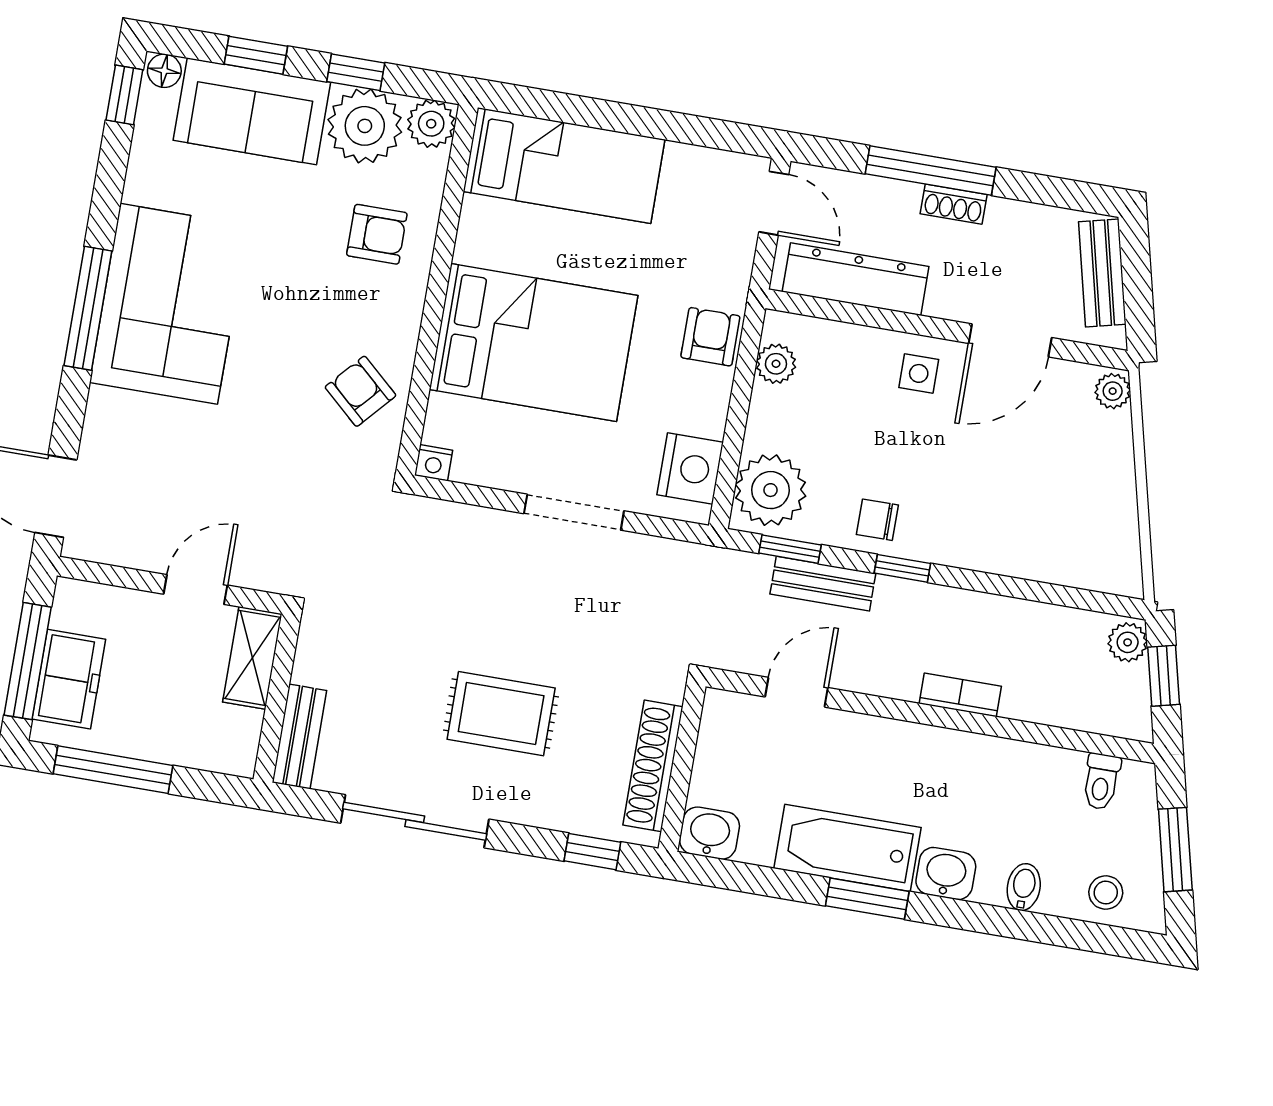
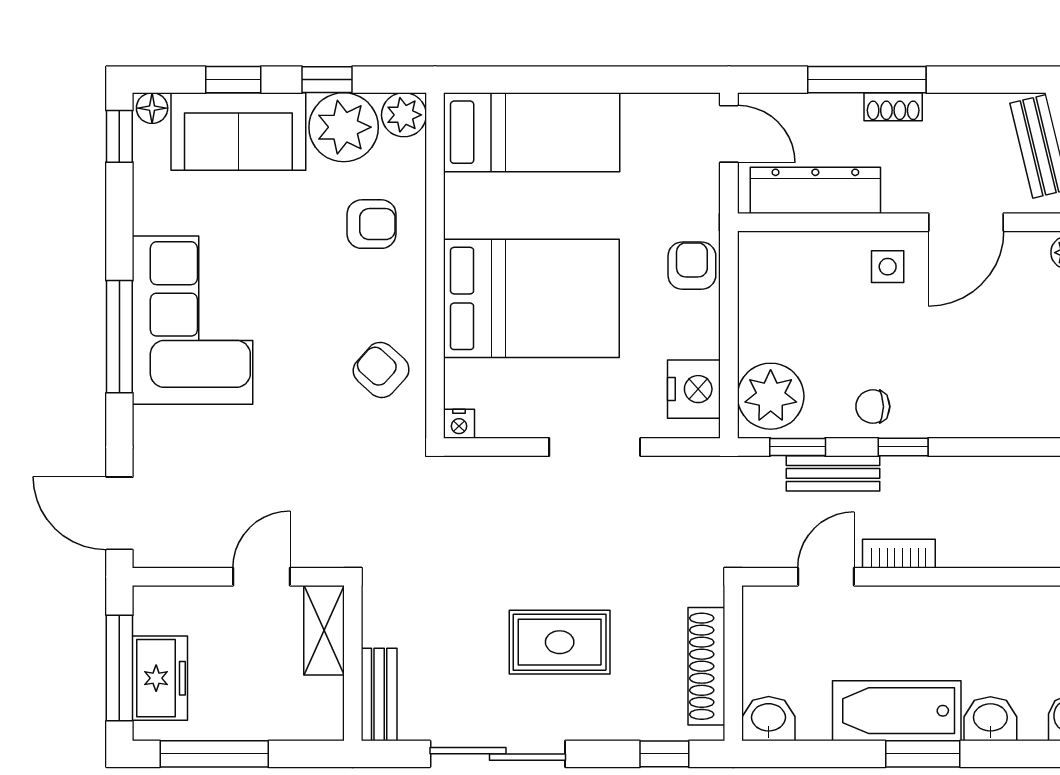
plant: (776, 364) -> (756, 280), removed
bookcase: (960, 695) -> (899, 554), moved

